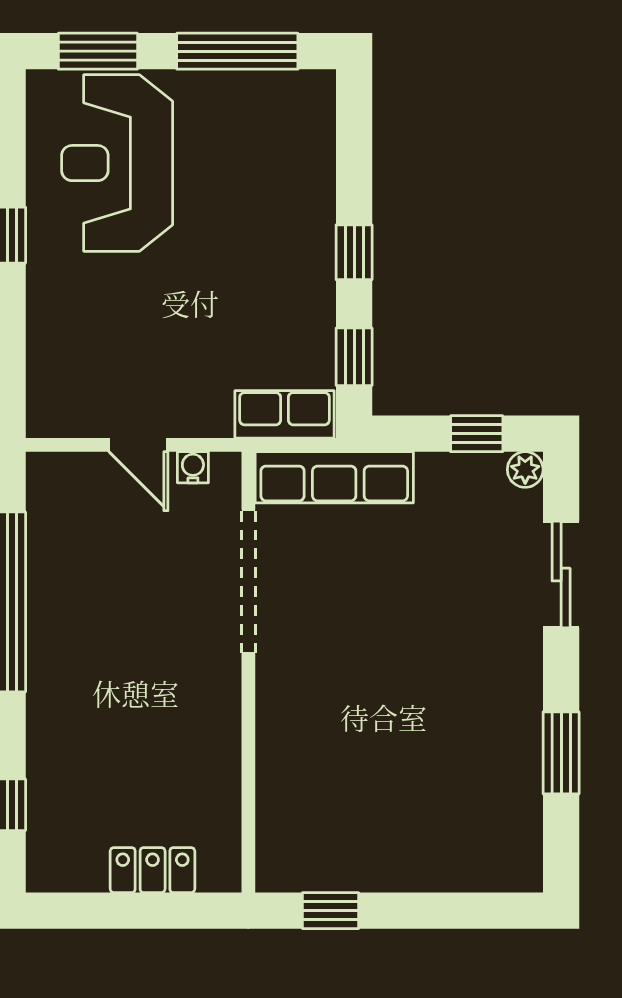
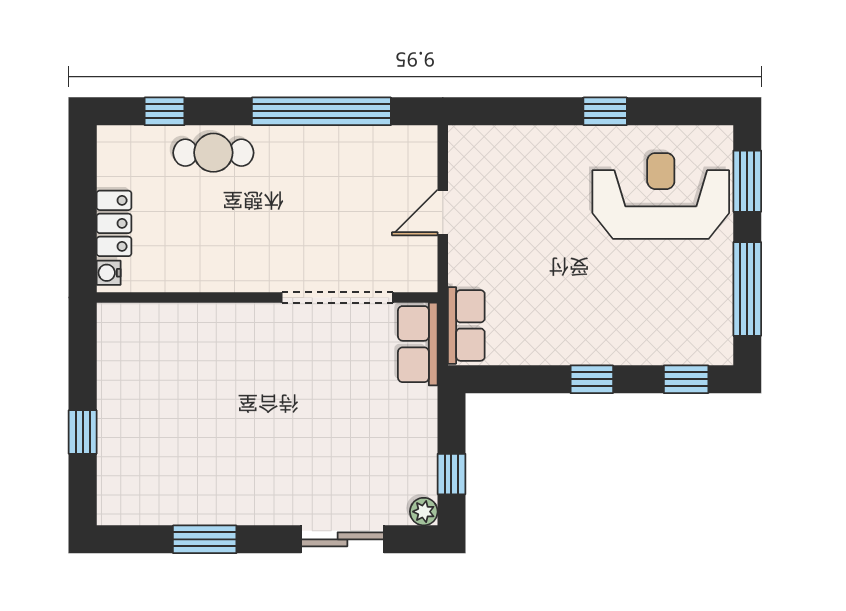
window: (354, 357) -> (686, 379), moved
water cooler: (193, 467) -> (109, 273), moved, turned 180
row of seats: (334, 477) -> (418, 344), width x0.68
cafe table: (61, 742) -> (213, 153), added
window: (331, 911) -> (83, 432), moved

